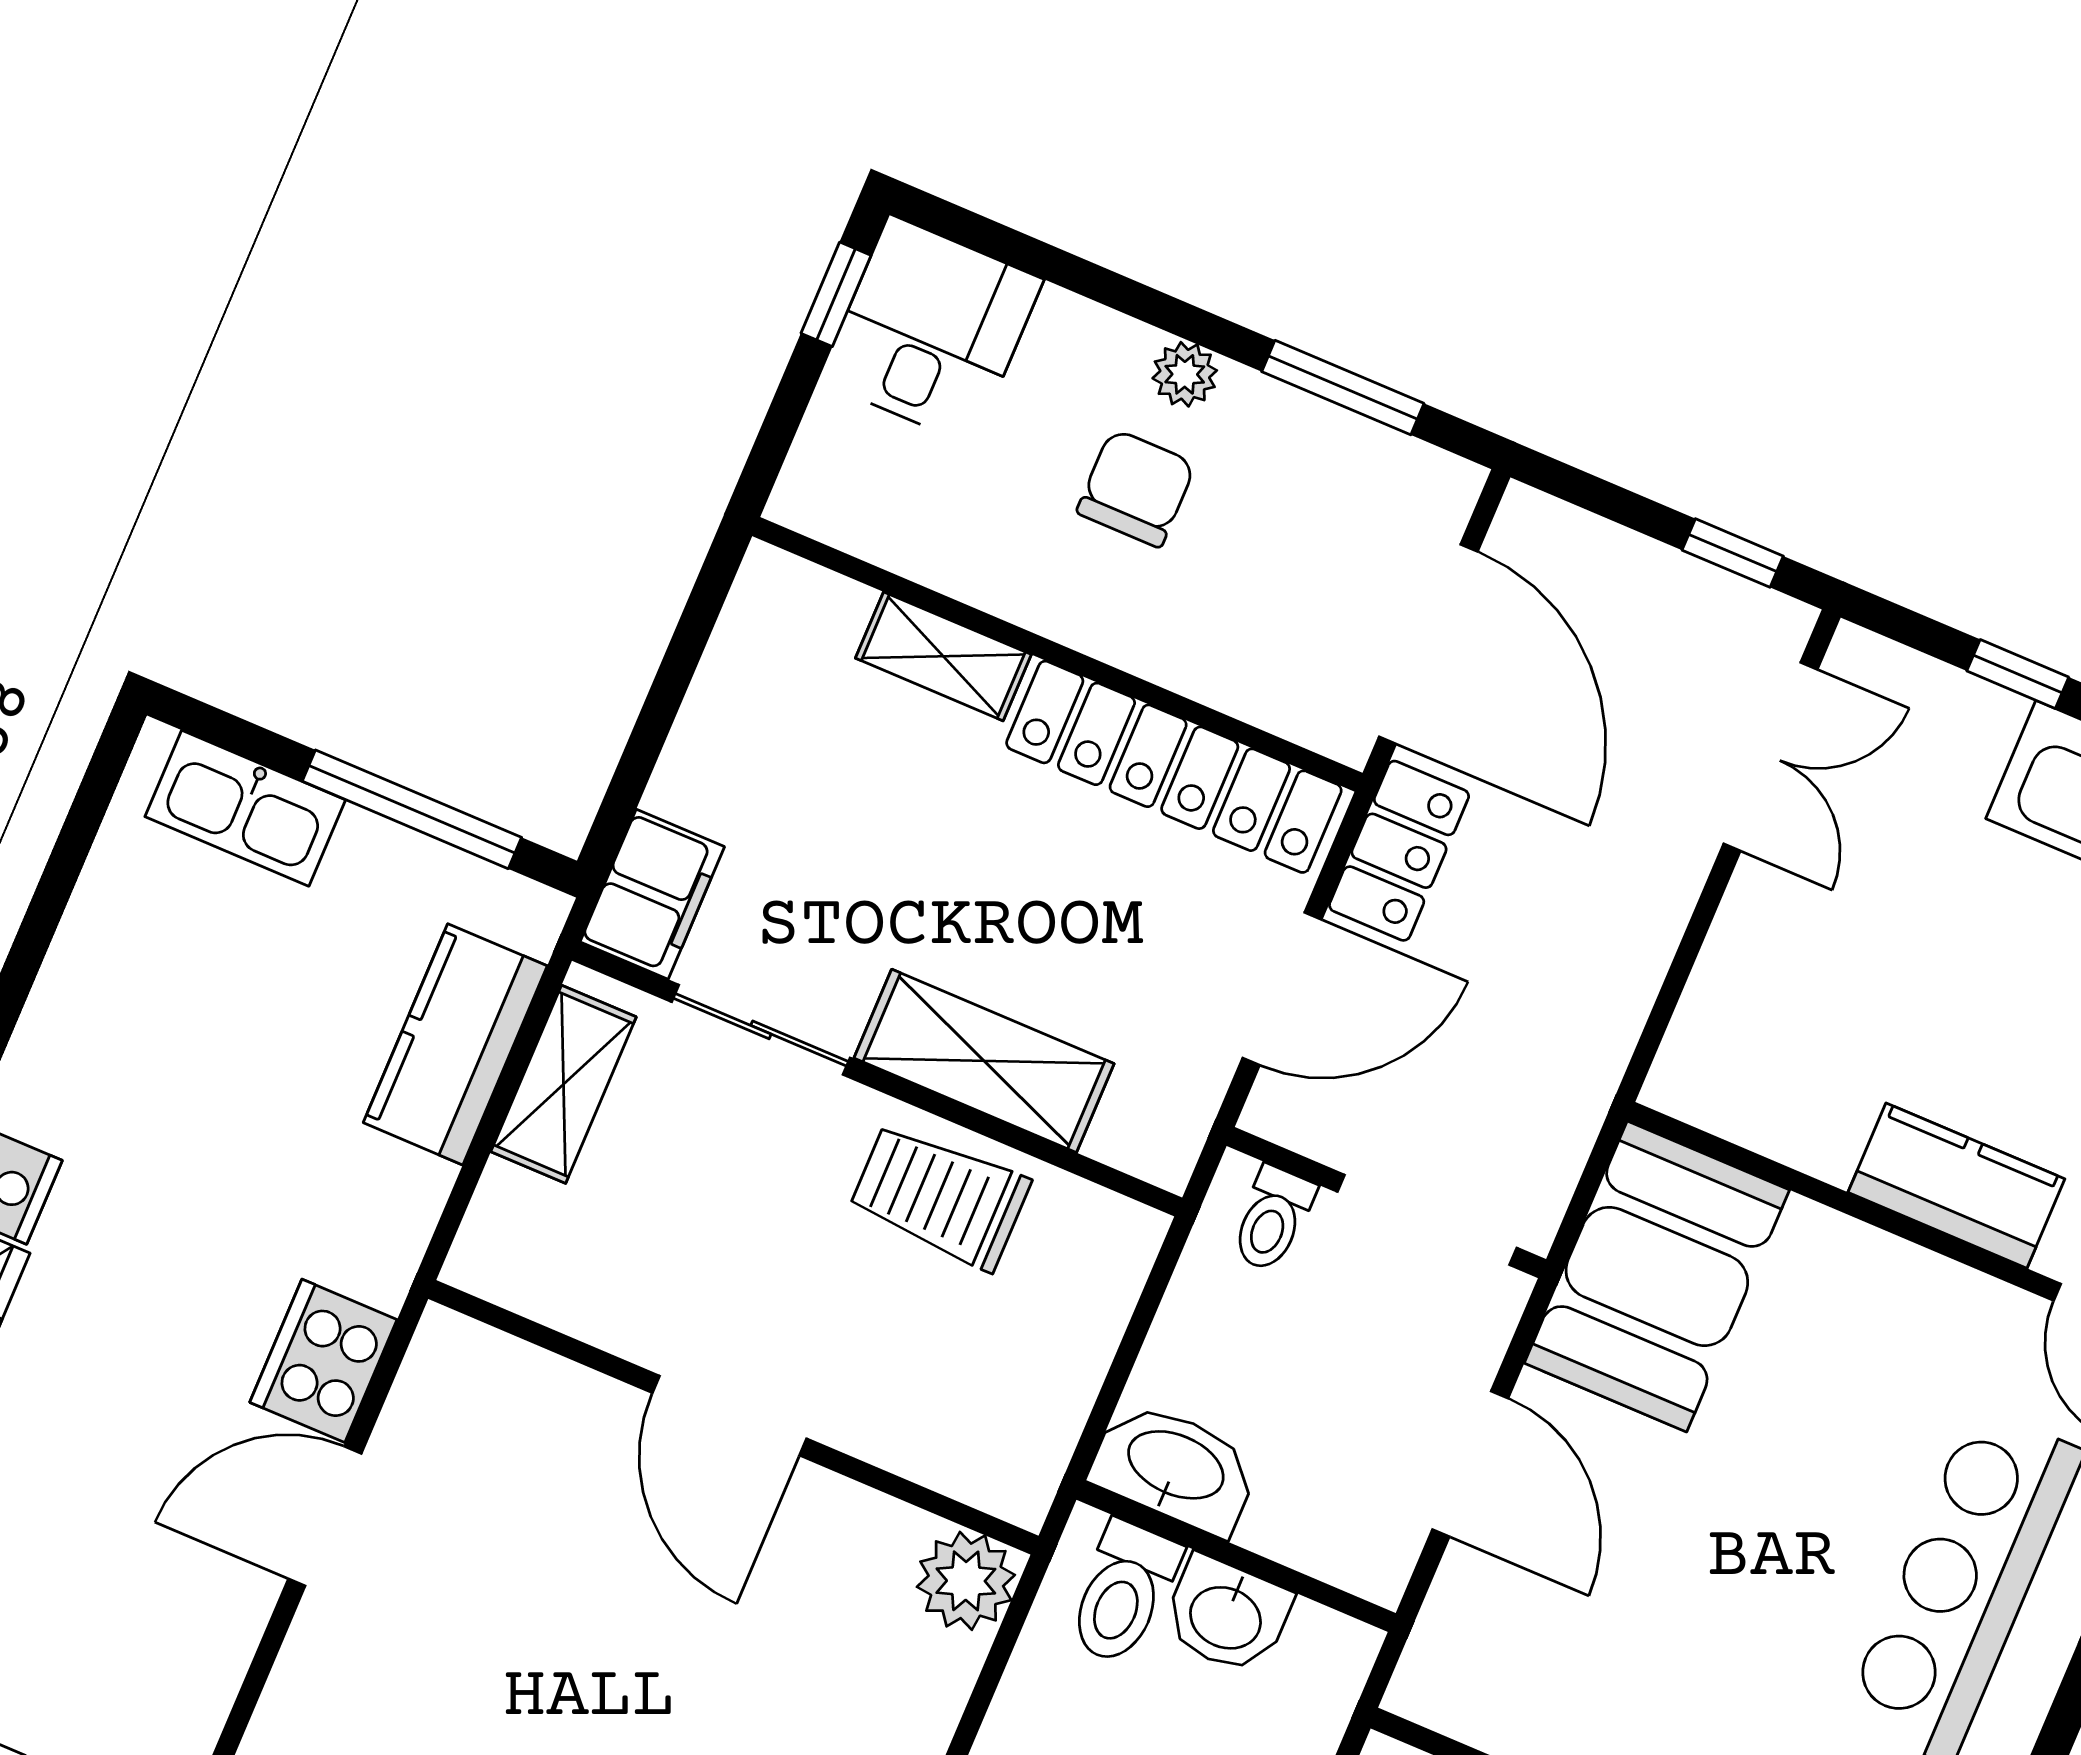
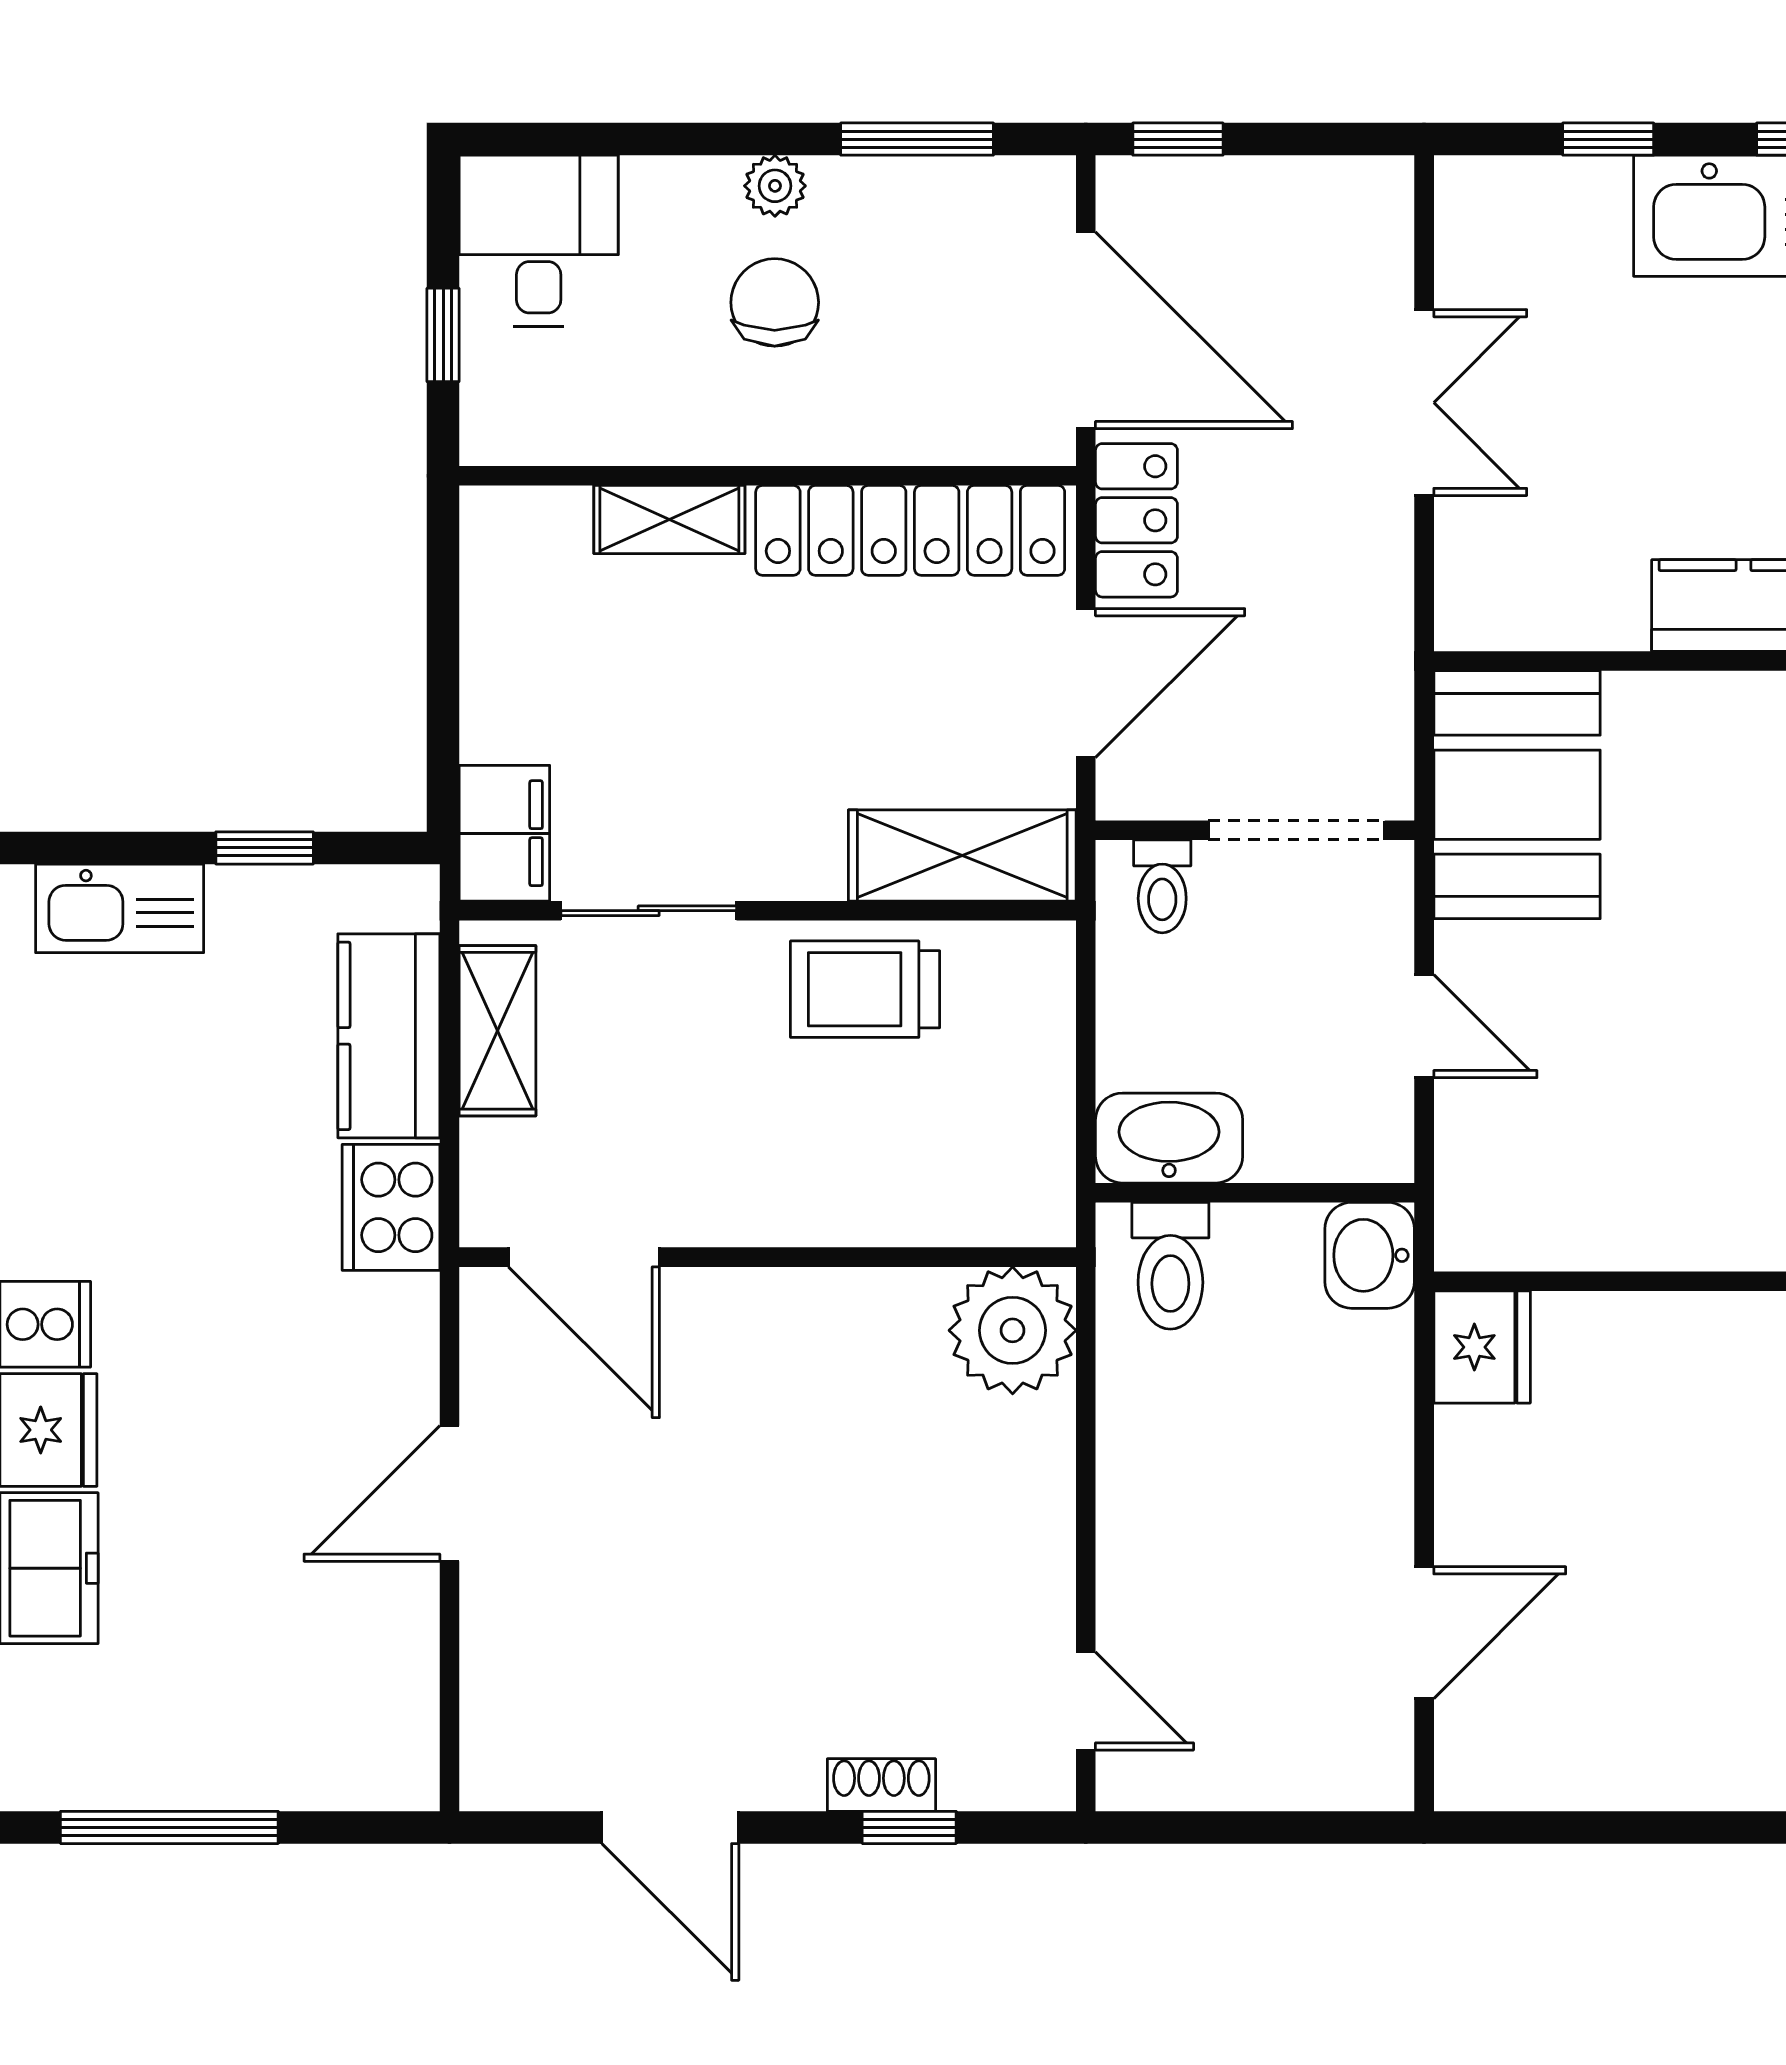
window: (836, 294) -> (443, 335), moved
window: (1733, 553) -> (1178, 139), moved
double door: (1770, 757) -> (1424, 403), moved
window: (412, 809) -> (265, 848), width x0.46
shelving: (984, 1061) -> (962, 856), moved
cooker: (323, 1361) -> (391, 1207), moved
door: (729, 1416) -> (584, 1257), moved
door: (1470, 1464) -> (1424, 1026), width x0.73
plant: (966, 1581) -> (1013, 1330), width x1.36, depth x1.36
washbasin: (1227, 1615) -> (1370, 1255), moved, turned 90

